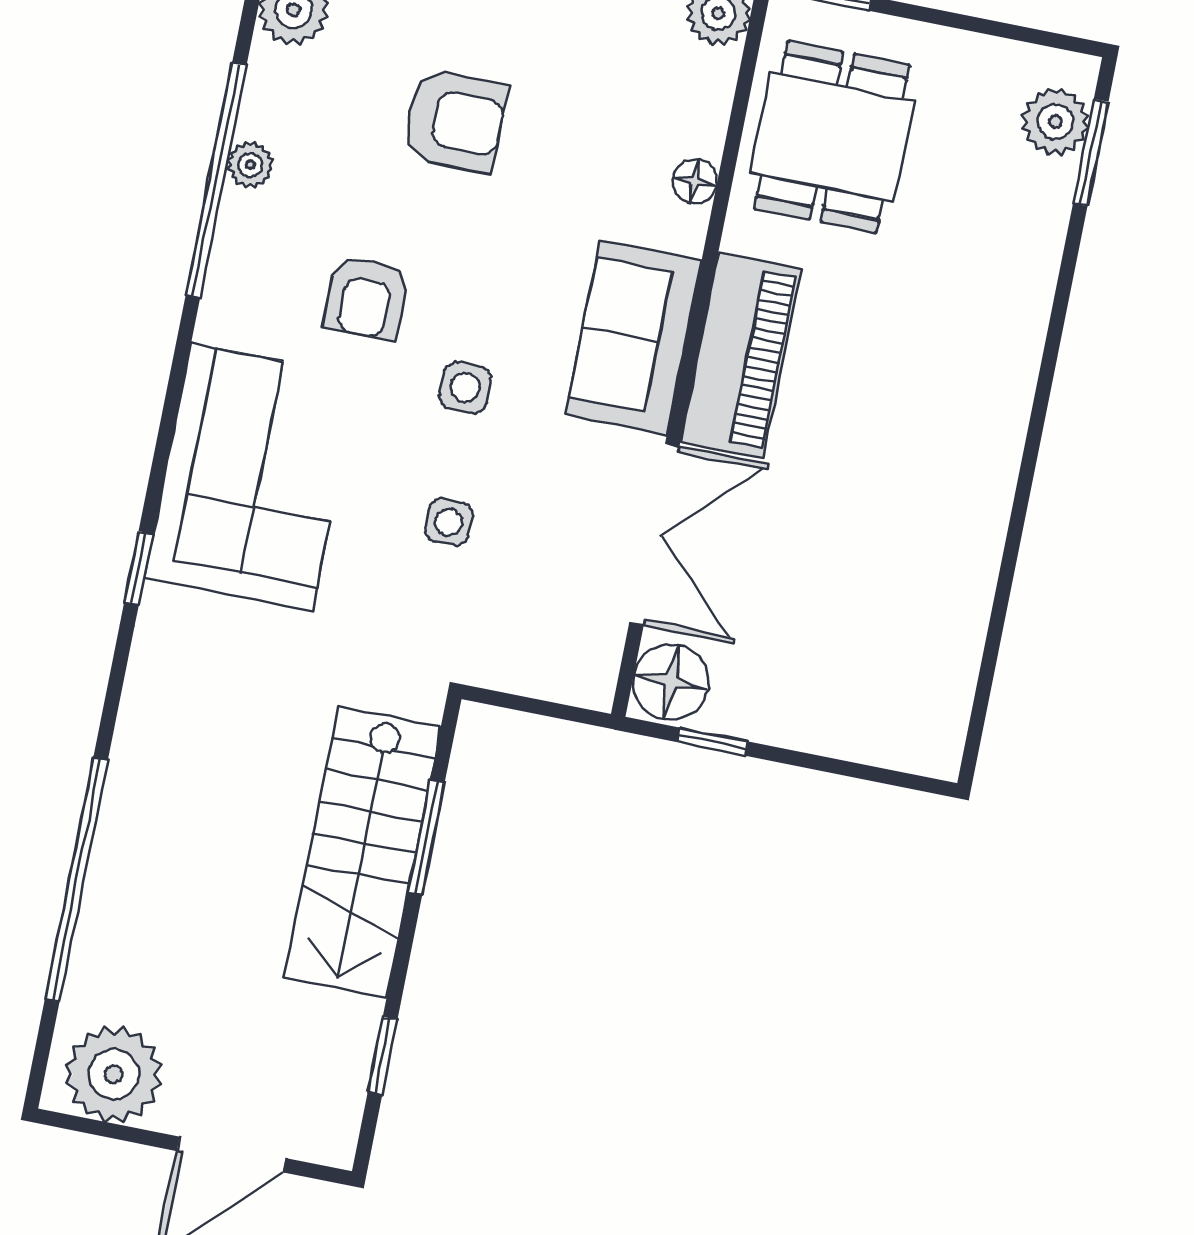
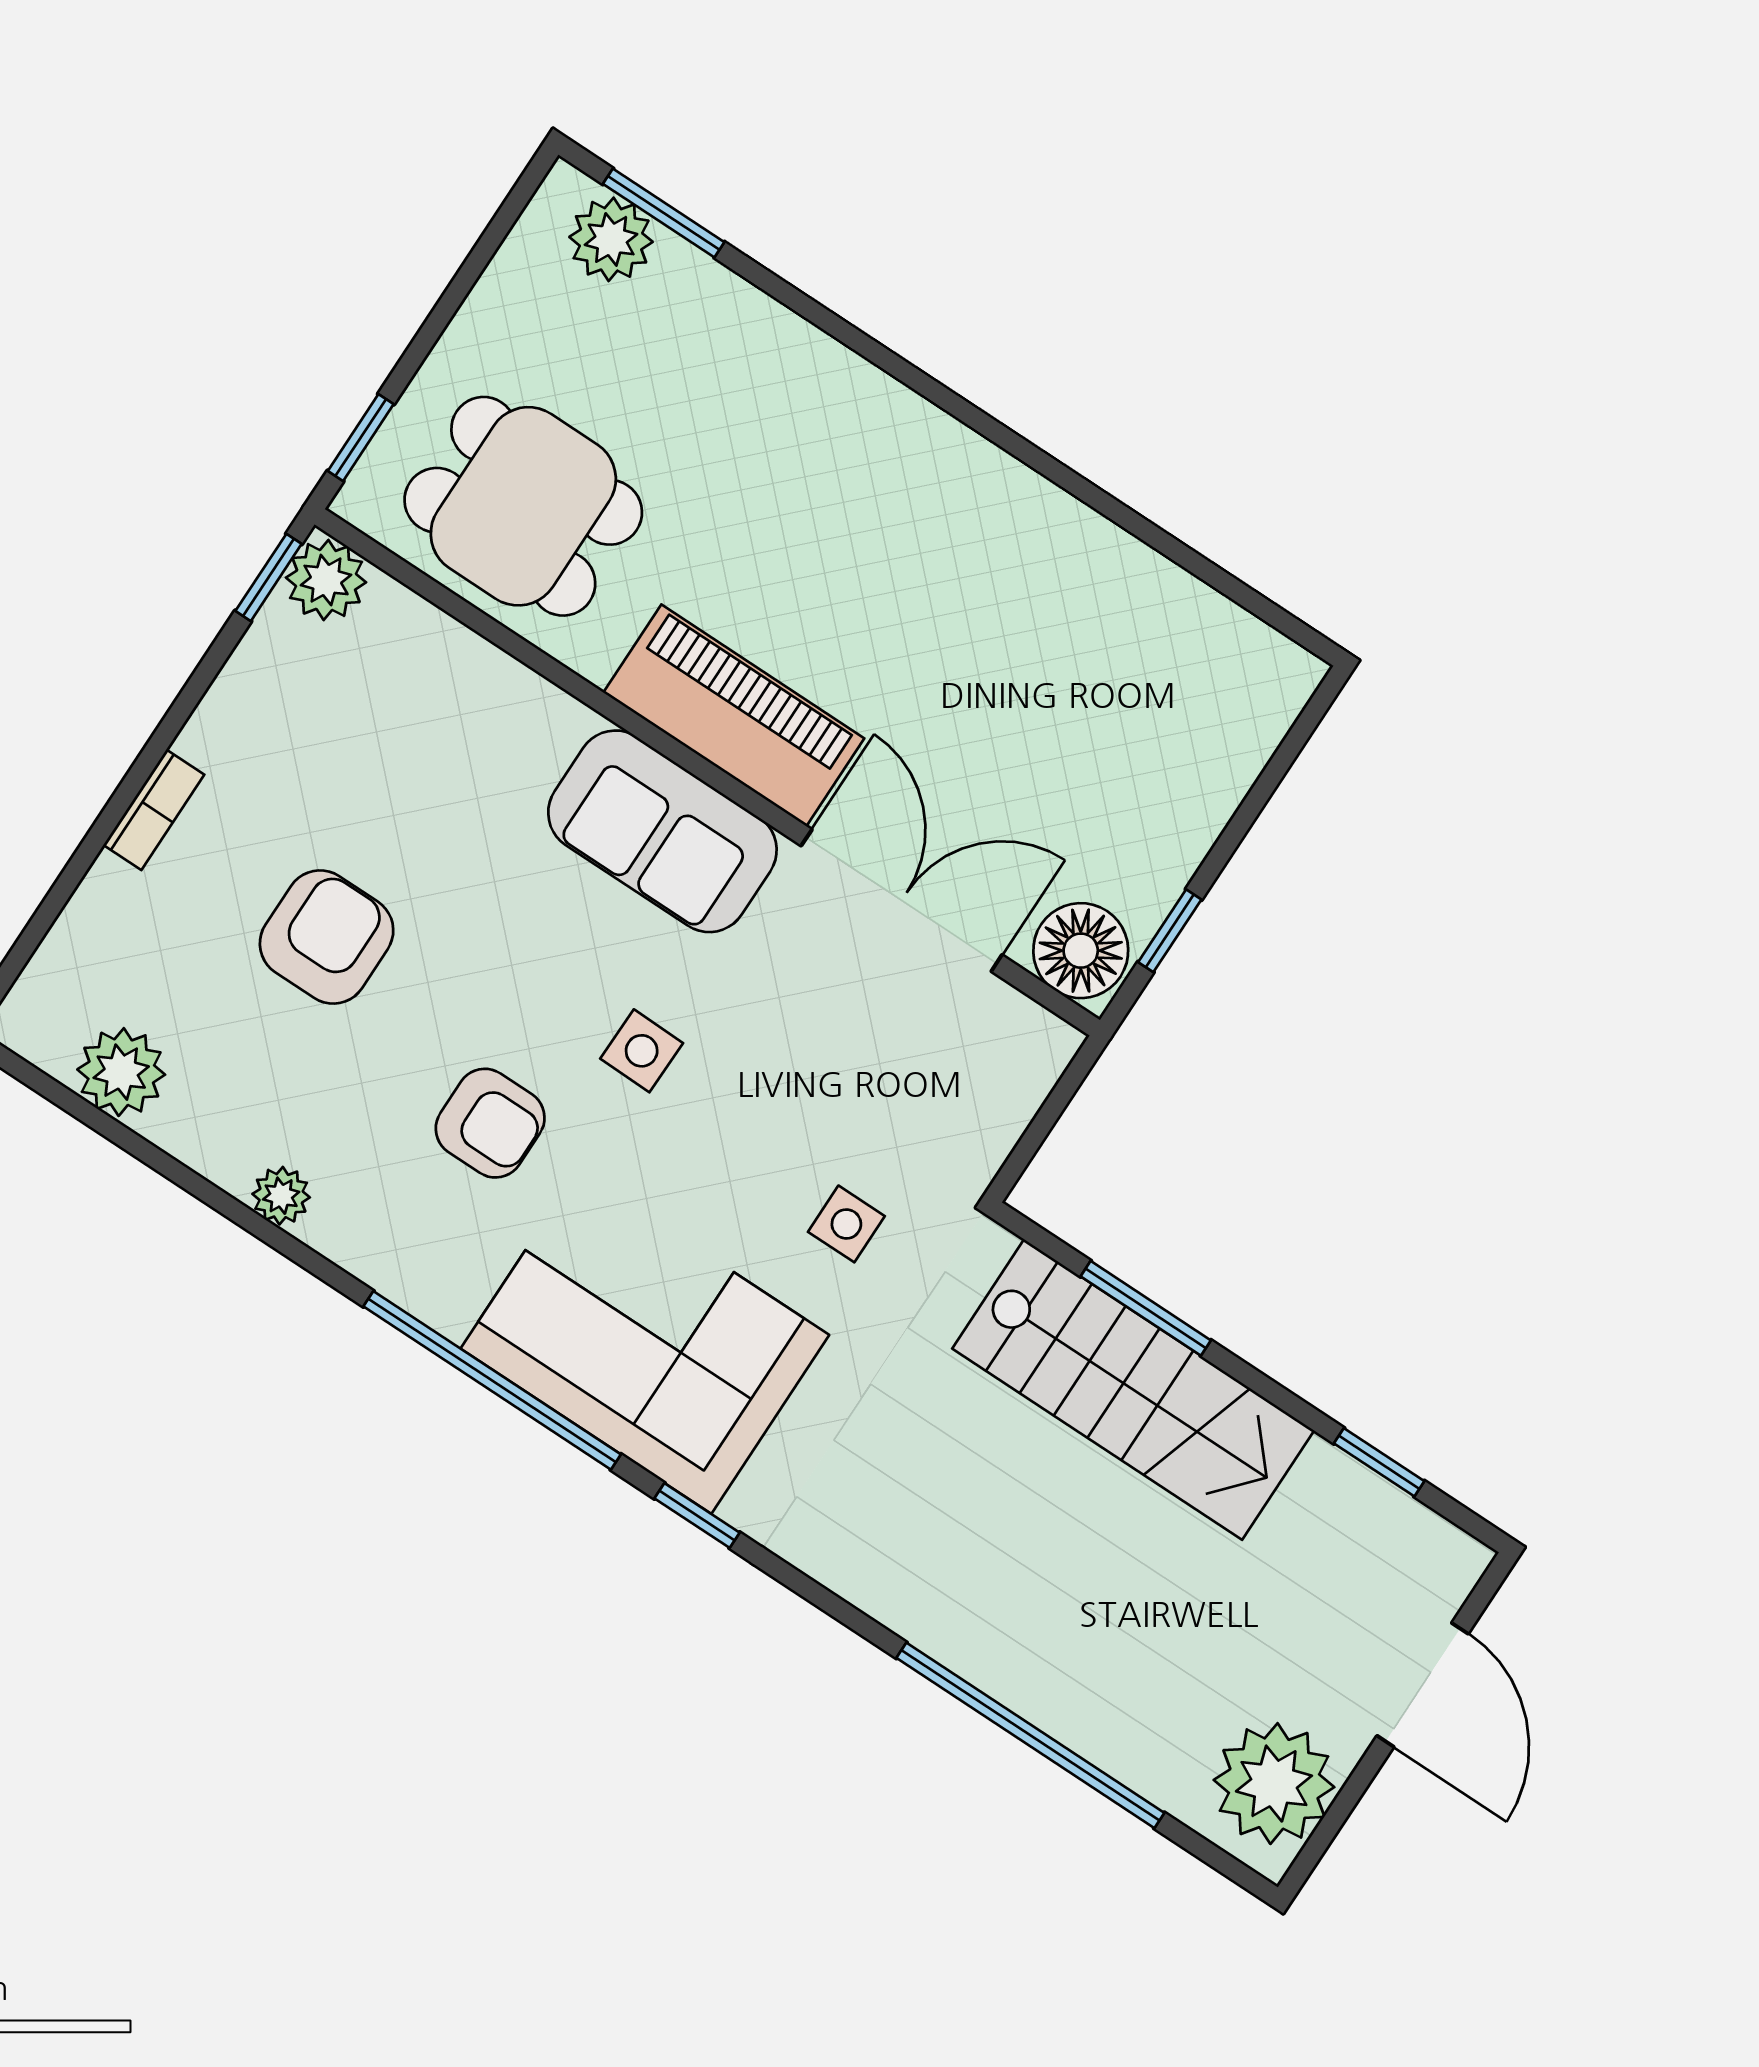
window: (216, 180) -> (492, 1380), moved
floor lamp: (695, 181) -> (510, 687), removed
side table: (449, 522) -> (846, 1224), moved

